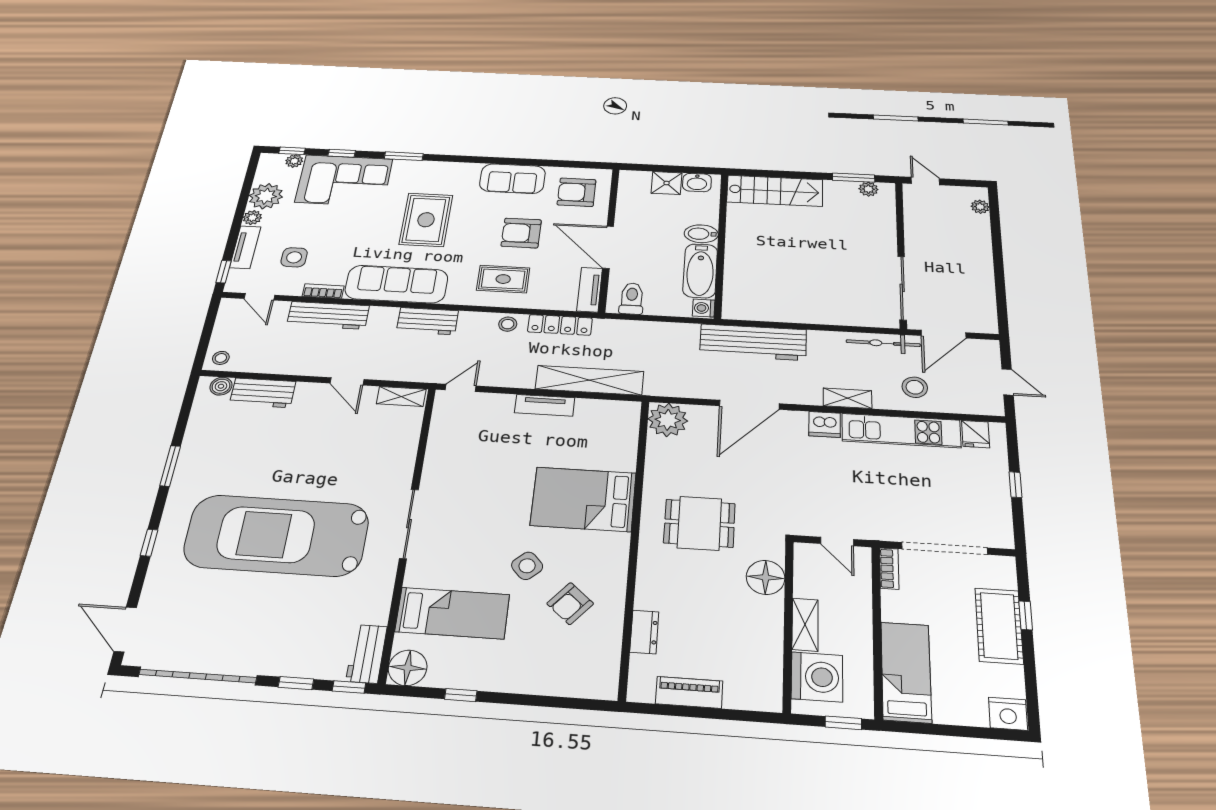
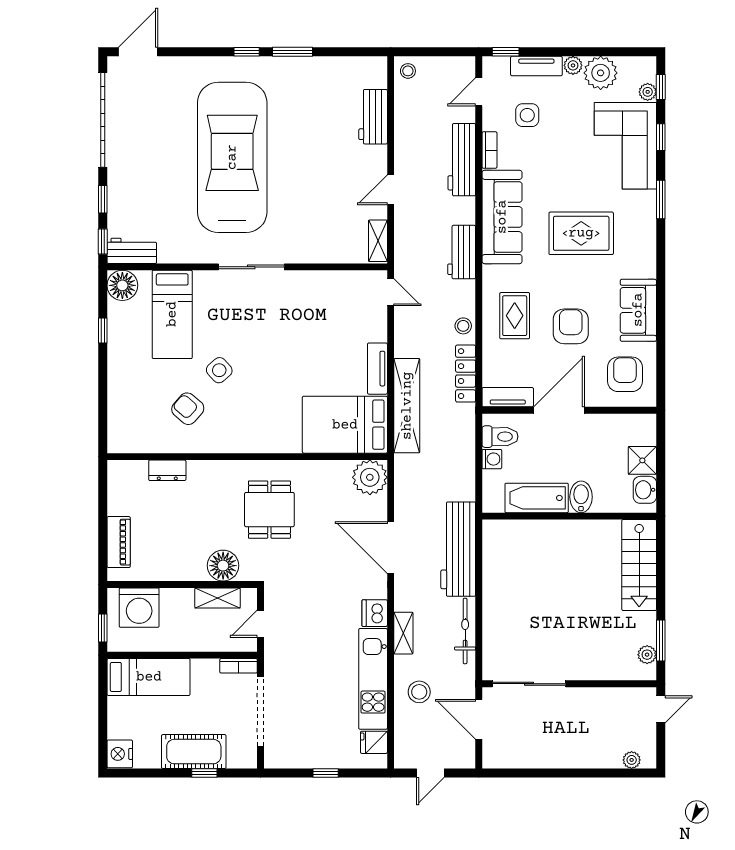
washing machine: (704, 308) -> (492, 459), moved, turned 90
bicycle: (883, 343) -> (465, 631), moved
boiler: (221, 386) -> (378, 78), removed
bed: (583, 499) -> (345, 425), moved, turned -90
window: (149, 543) -> (247, 52), moved
shelving: (805, 625) -> (218, 598), moved
piano: (689, 692) -> (119, 542), moved

